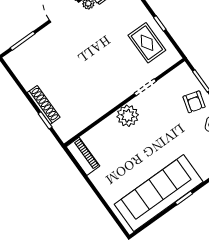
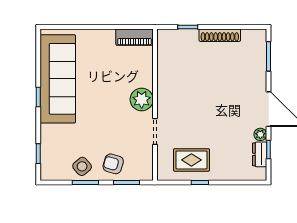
shoe rack: (44, 105) -> (220, 35), moved

